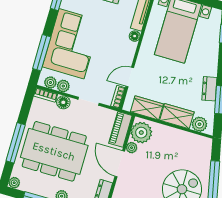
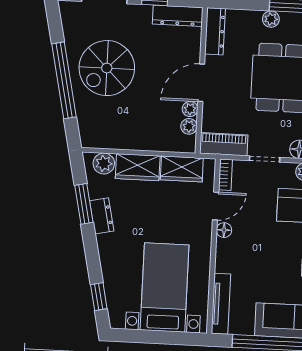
floor lamp: (135, 36) -> (224, 230), moved
piano: (120, 129) -> (224, 144), moved, turned -90
plant: (141, 133) -> (189, 126), width x0.53, depth x0.53
door: (120, 164) -> (201, 83), swing flipped

